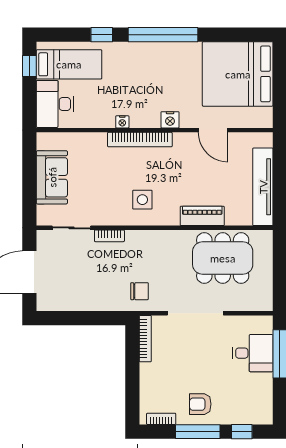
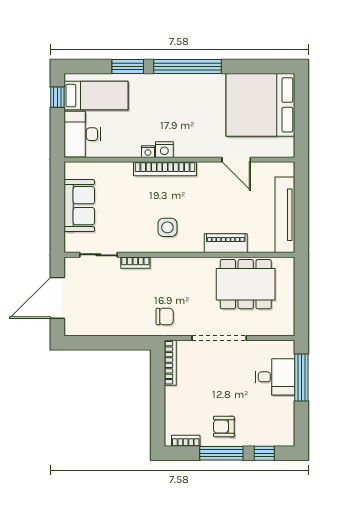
window: (102, 35) -> (128, 66), width x1.50
nightstand: (170, 120) -> (164, 150), moved

